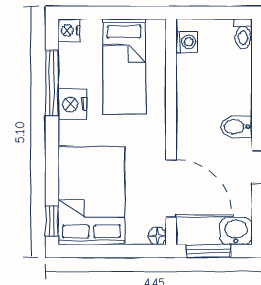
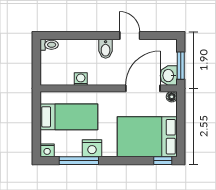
washing machine: (187, 42) -> (81, 79), moved
washbasin: (236, 231) -> (169, 76), moved

